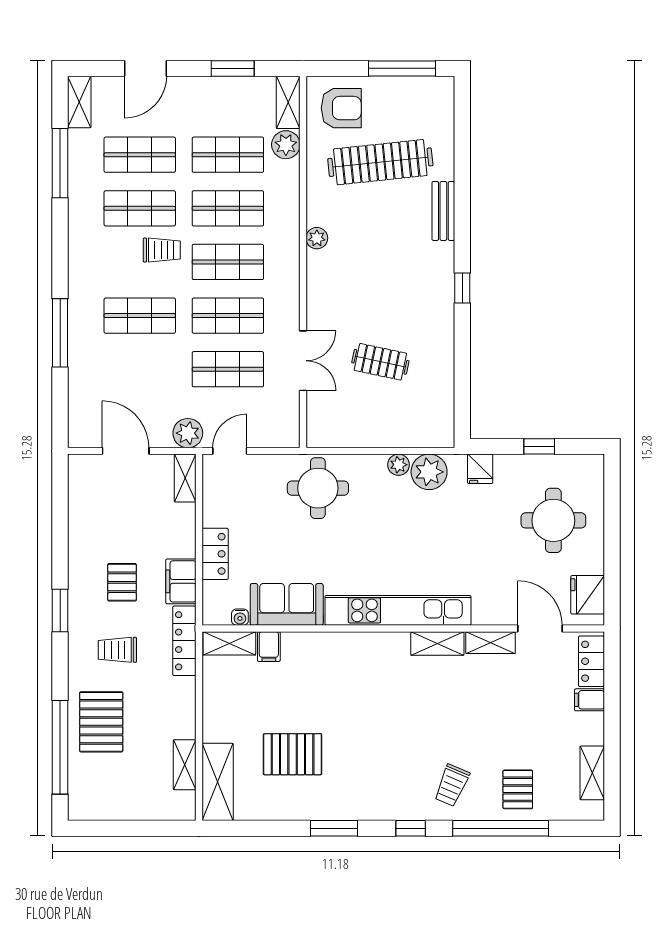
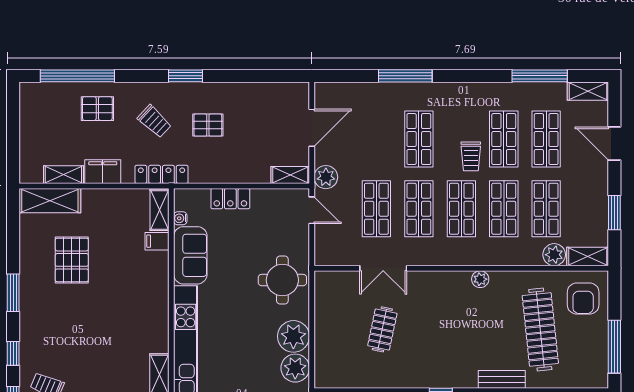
plant: (398, 465) -> (293, 336), width x1.88, depth x1.88
filing cabinet: (181, 581) -> (103, 172), moved
trolley: (117, 650) -> (154, 121), turned 133
pallet: (101, 722) -> (97, 109), width x0.67, depth x0.71

